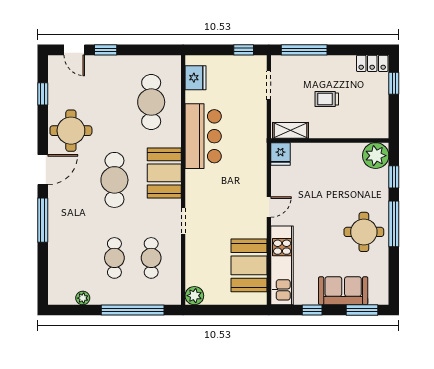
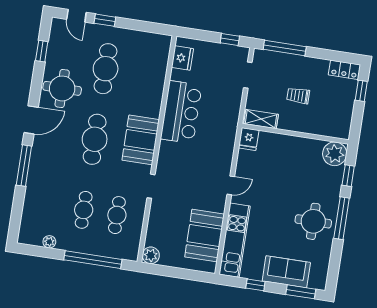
cafe table: (151, 102) -> (106, 69), moved

